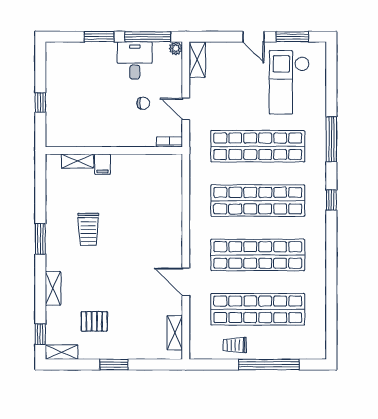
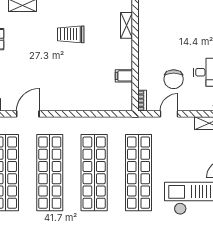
chair: (143, 103) -> (174, 79), width x1.87, depth x1.87
filing cabinet: (102, 164) -> (124, 76), moved

